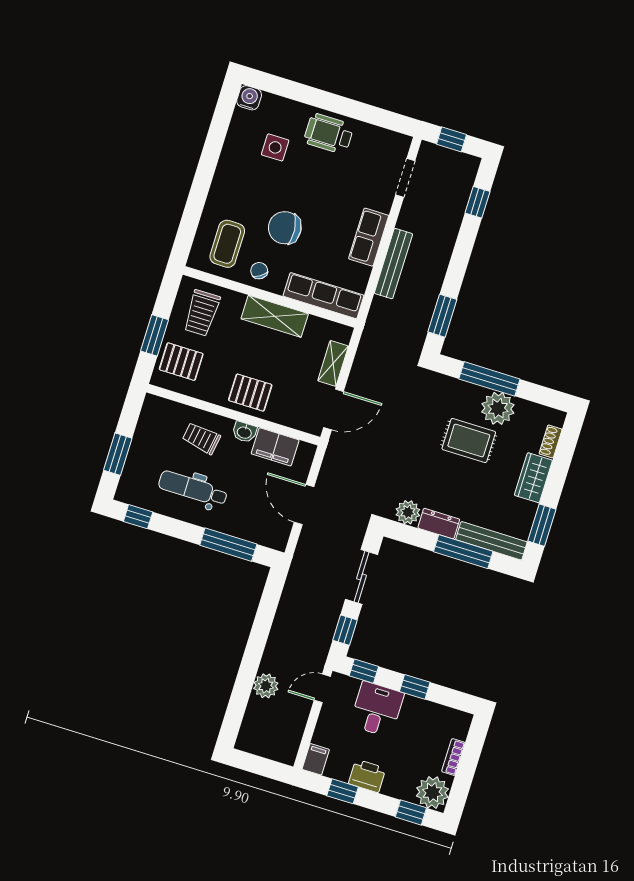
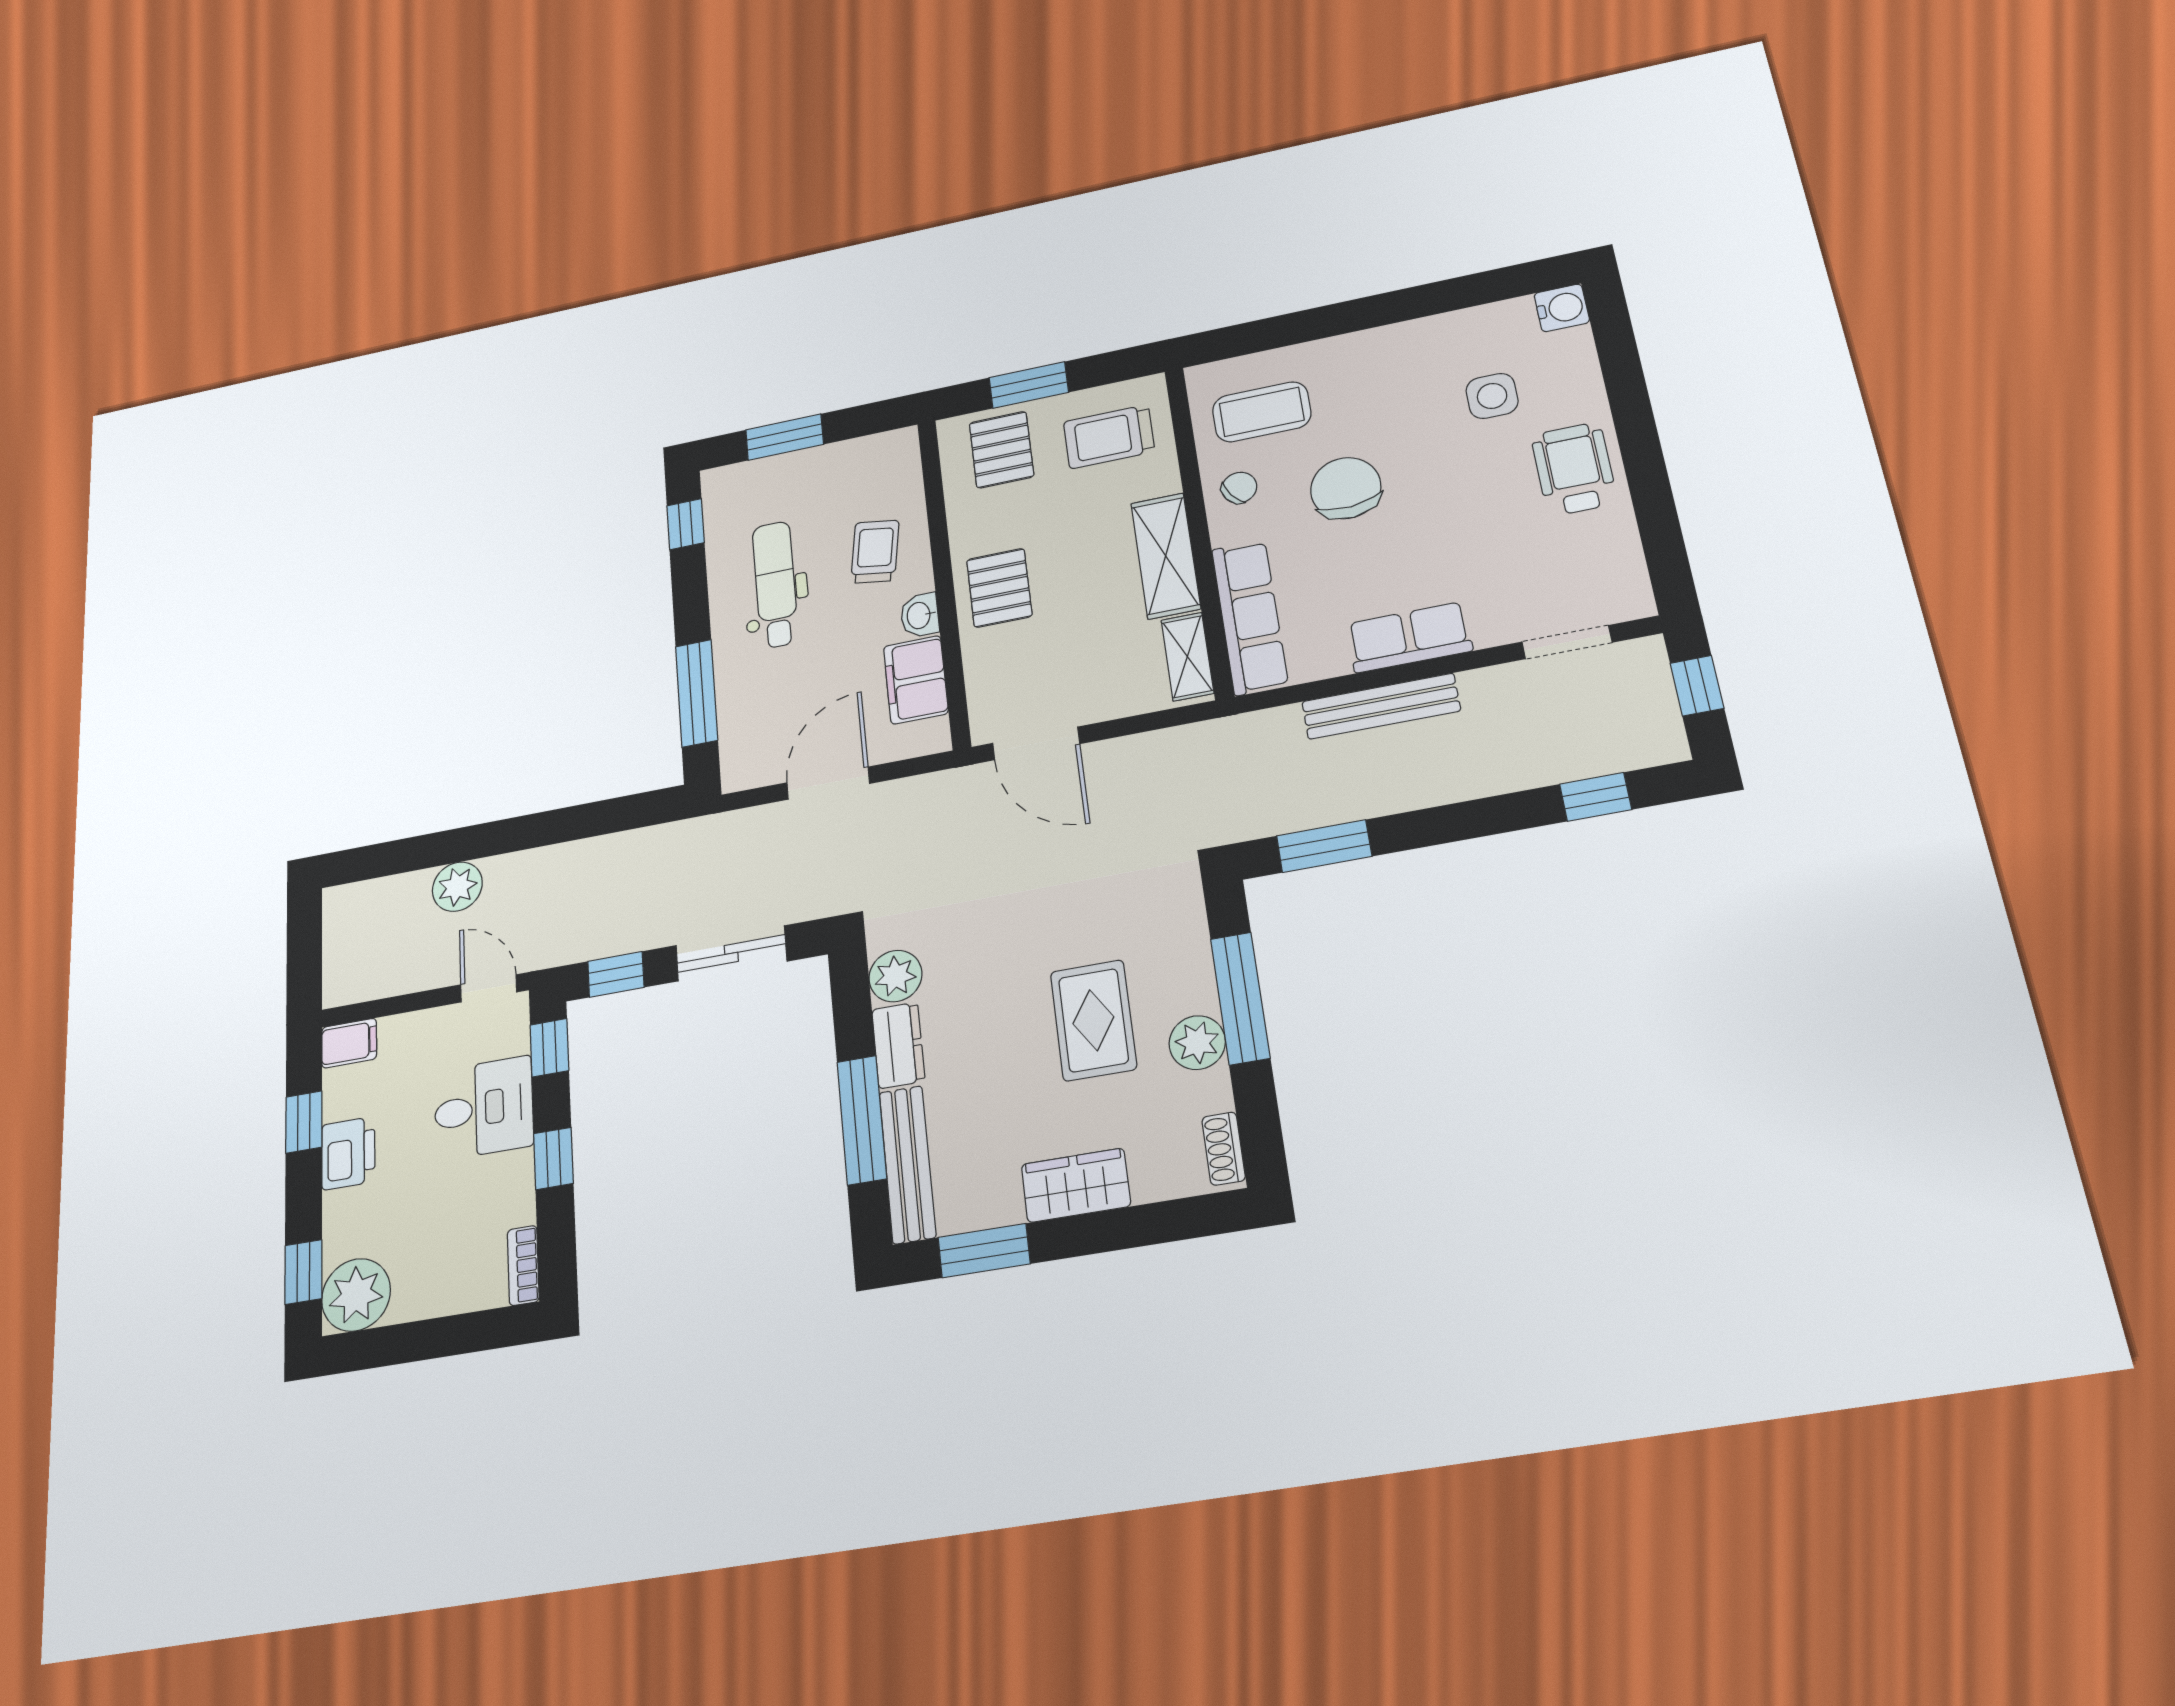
shelving: (333, 363) -> (1187, 657), moved, turned 90
plant: (498, 408) -> (1197, 1043), width x0.73, depth x0.73
shoe rack: (551, 441) -> (1224, 1149), moved, turned -90
bookcase: (453, 757) -> (523, 1266), moved, turned -90

